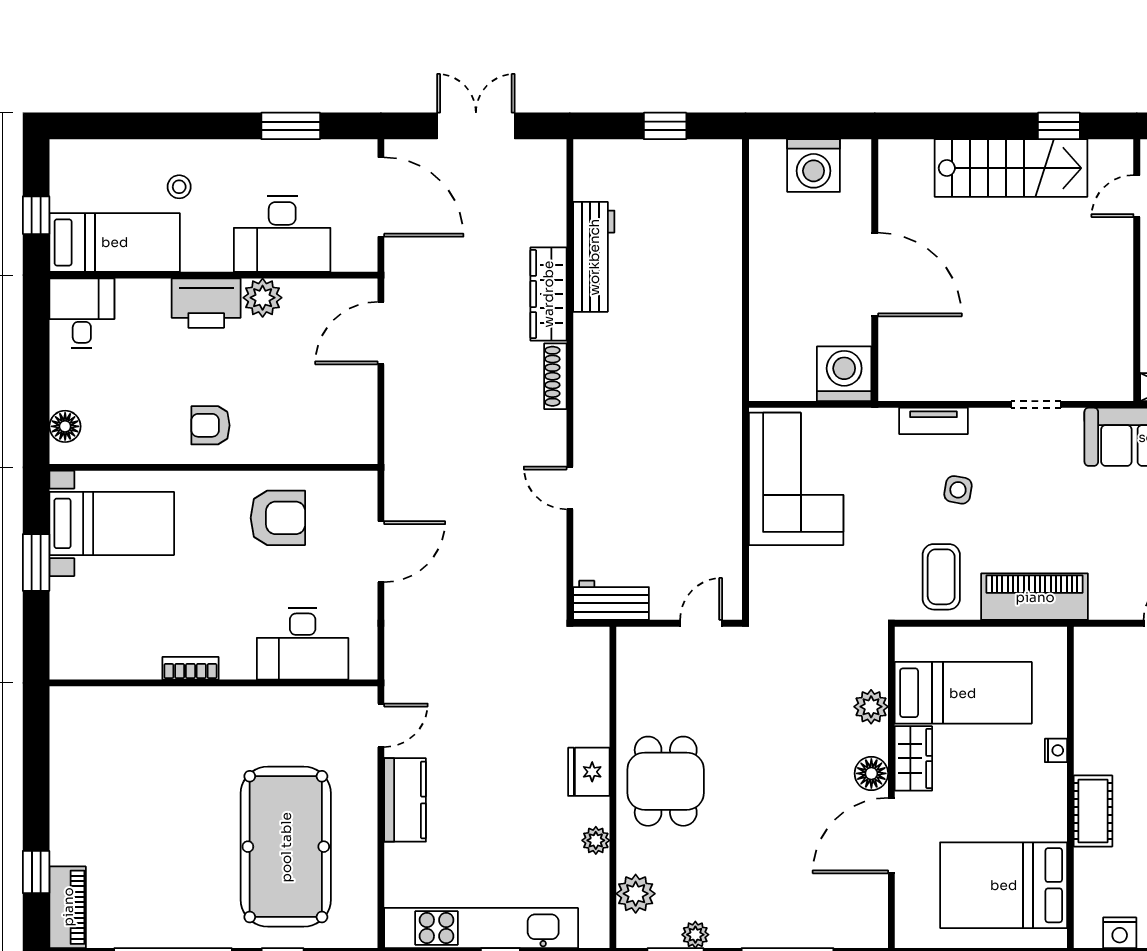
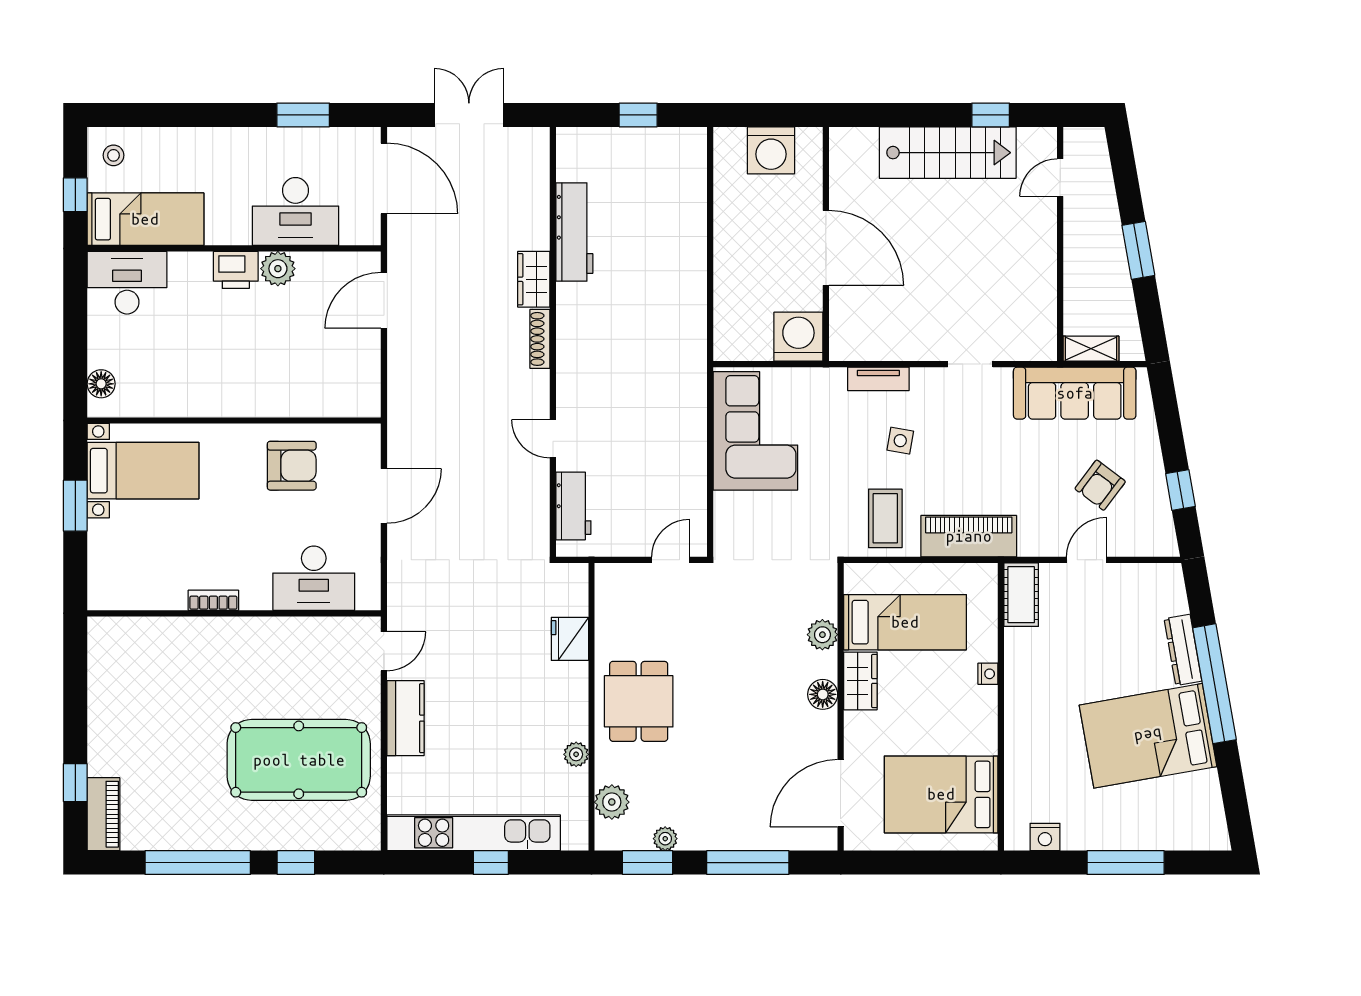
stool: (179, 187) -> (113, 155), moved
wardrobe: (548, 294) -> (534, 279), width x0.67
printer: (206, 303) -> (236, 270), width x0.73, depth x0.84
desk: (82, 313) -> (127, 283), width x1.37
armchair: (210, 425) -> (231, 383), removed
workbench: (611, 600) -> (573, 506), moved, turned 90
fridge: (589, 772) -> (570, 639), moved
cot: (1093, 811) -> (1021, 595), moved
door: (891, 836) -> (841, 793), moved
pool table: (286, 847) -> (299, 760), turned 90

